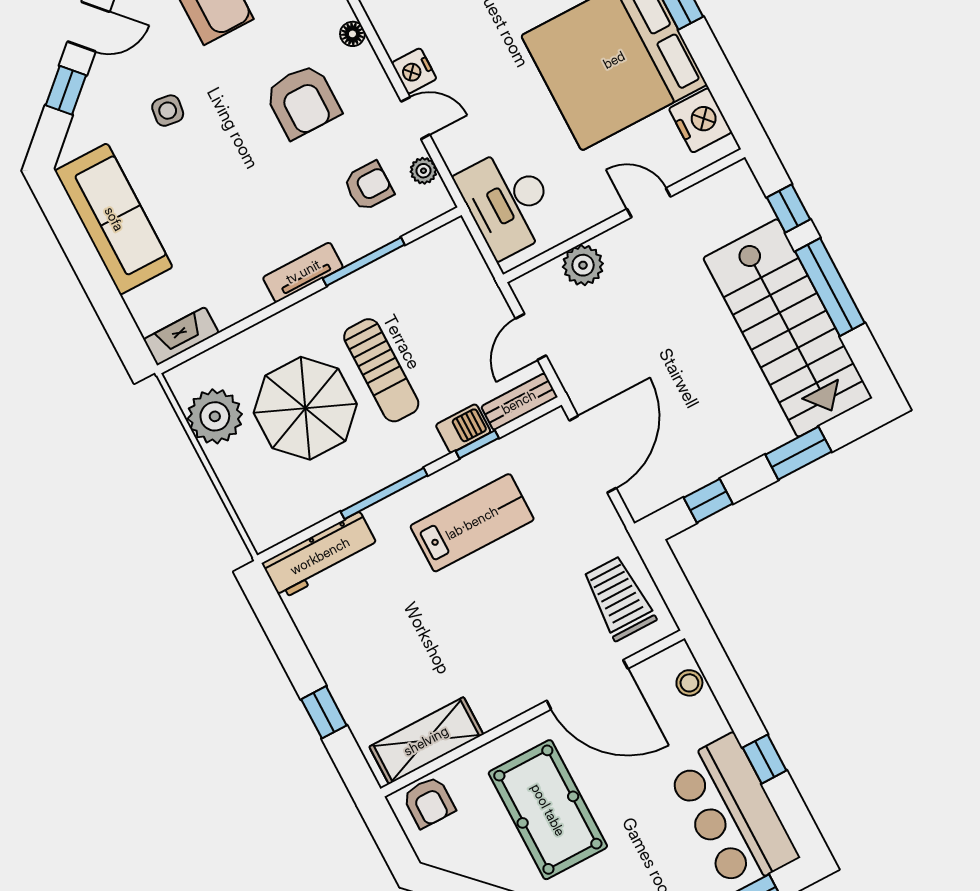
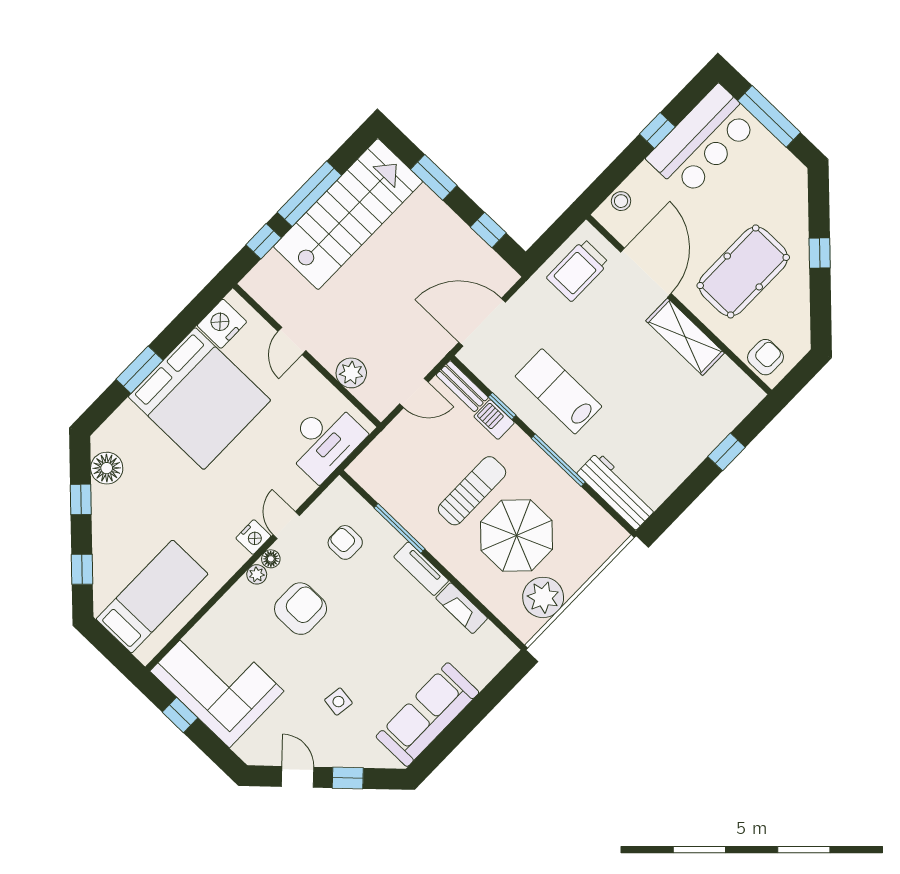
floor lamp: (352, 34) -> (271, 559), moved
plant: (423, 171) -> (257, 574), moved
fireplace: (181, 336) -> (462, 608), moved
shelving: (426, 741) -> (685, 337), moved

